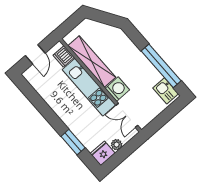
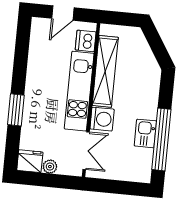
kitchen sink: (166, 91) -> (145, 133), moved
double door: (127, 115) -> (86, 151), swing flipped
window: (73, 142) -> (16, 110), moved

